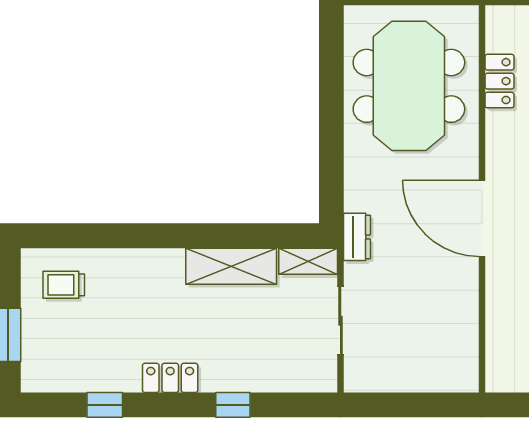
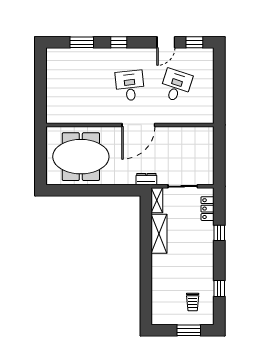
locker: (499, 81) -> (79, 117), removed
trolley: (64, 285) -> (193, 302), moved
locker: (170, 378) -> (208, 209), moved

